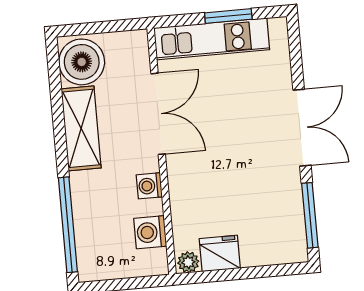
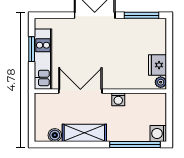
boiler: (82, 62) -> (55, 135), width x0.54, depth x0.54
washing machine: (150, 232) -> (158, 133), moved, turned 90

